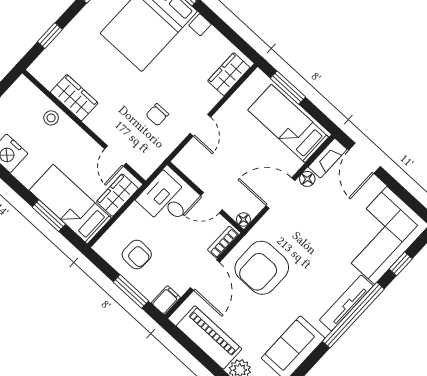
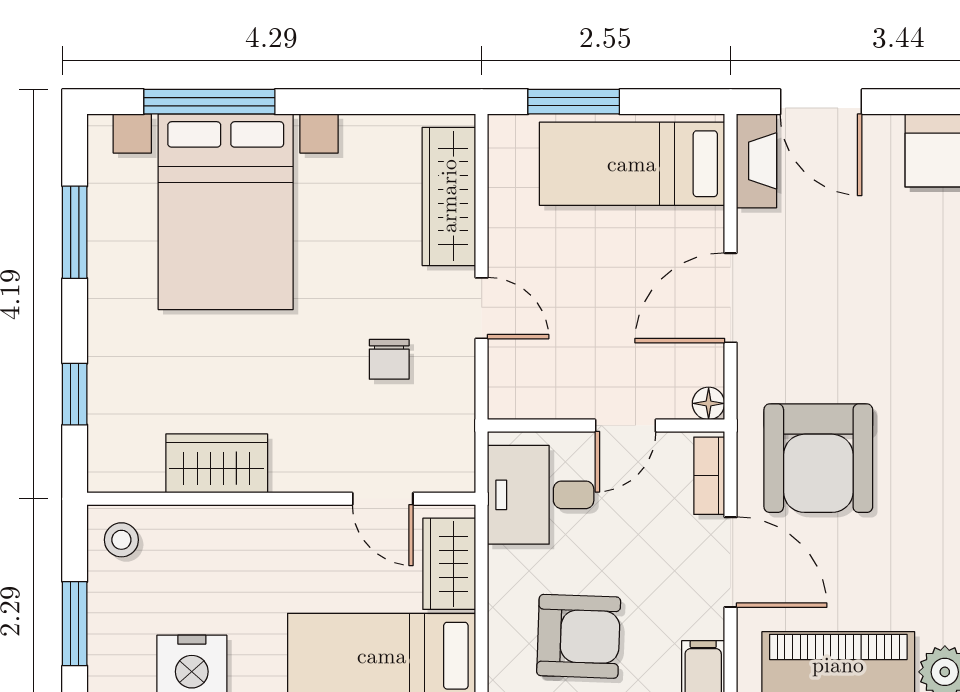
wardrobe: (229, 74) -> (449, 196), width x1.50
stool: (51, 118) -> (121, 540), moved
floor lamp: (307, 179) -> (755, 230), removed
armchair: (137, 254) -> (579, 636), width x1.38, depth x1.38

